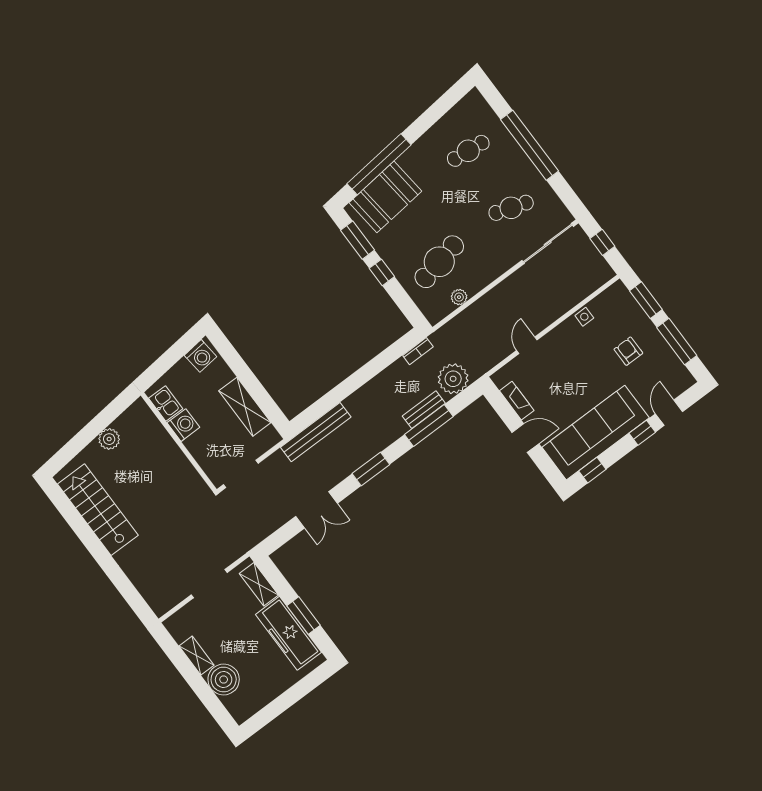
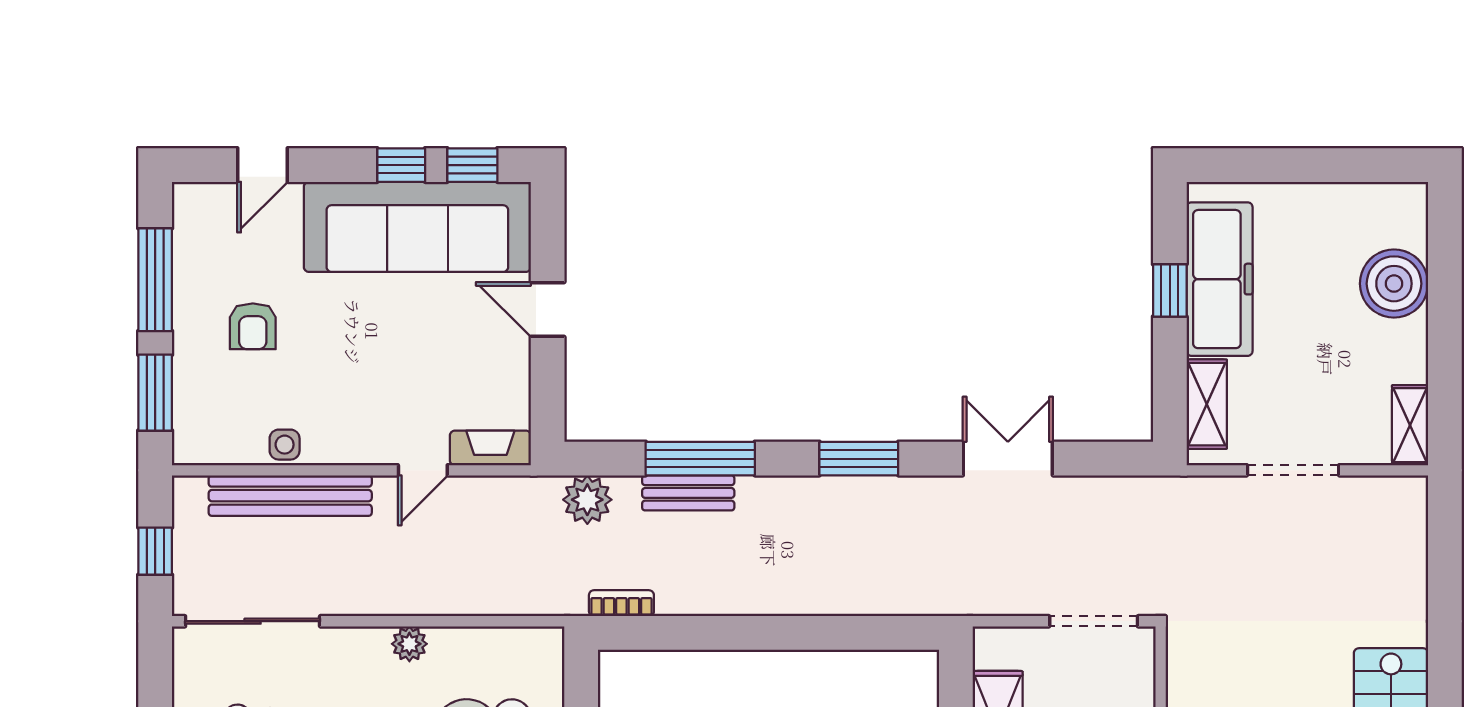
plant: (459, 297) -> (409, 644), moved
plant: (453, 379) -> (587, 500), width x0.73, depth x0.73
fireplace: (517, 401) -> (490, 448), moved, turned 90
bench: (316, 432) -> (290, 496), moved
window: (642, 433) -> (401, 165), moved
window: (304, 616) -> (1170, 290), width x0.67
shelving: (196, 656) -> (1410, 425), moved

